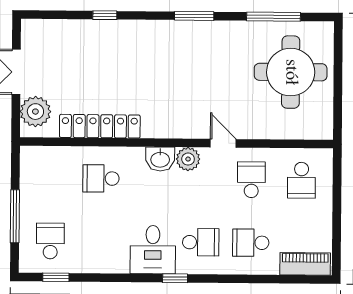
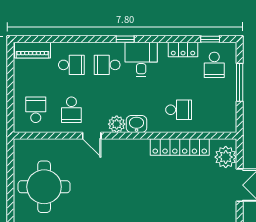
locker: (94, 263) -> (183, 49), added

